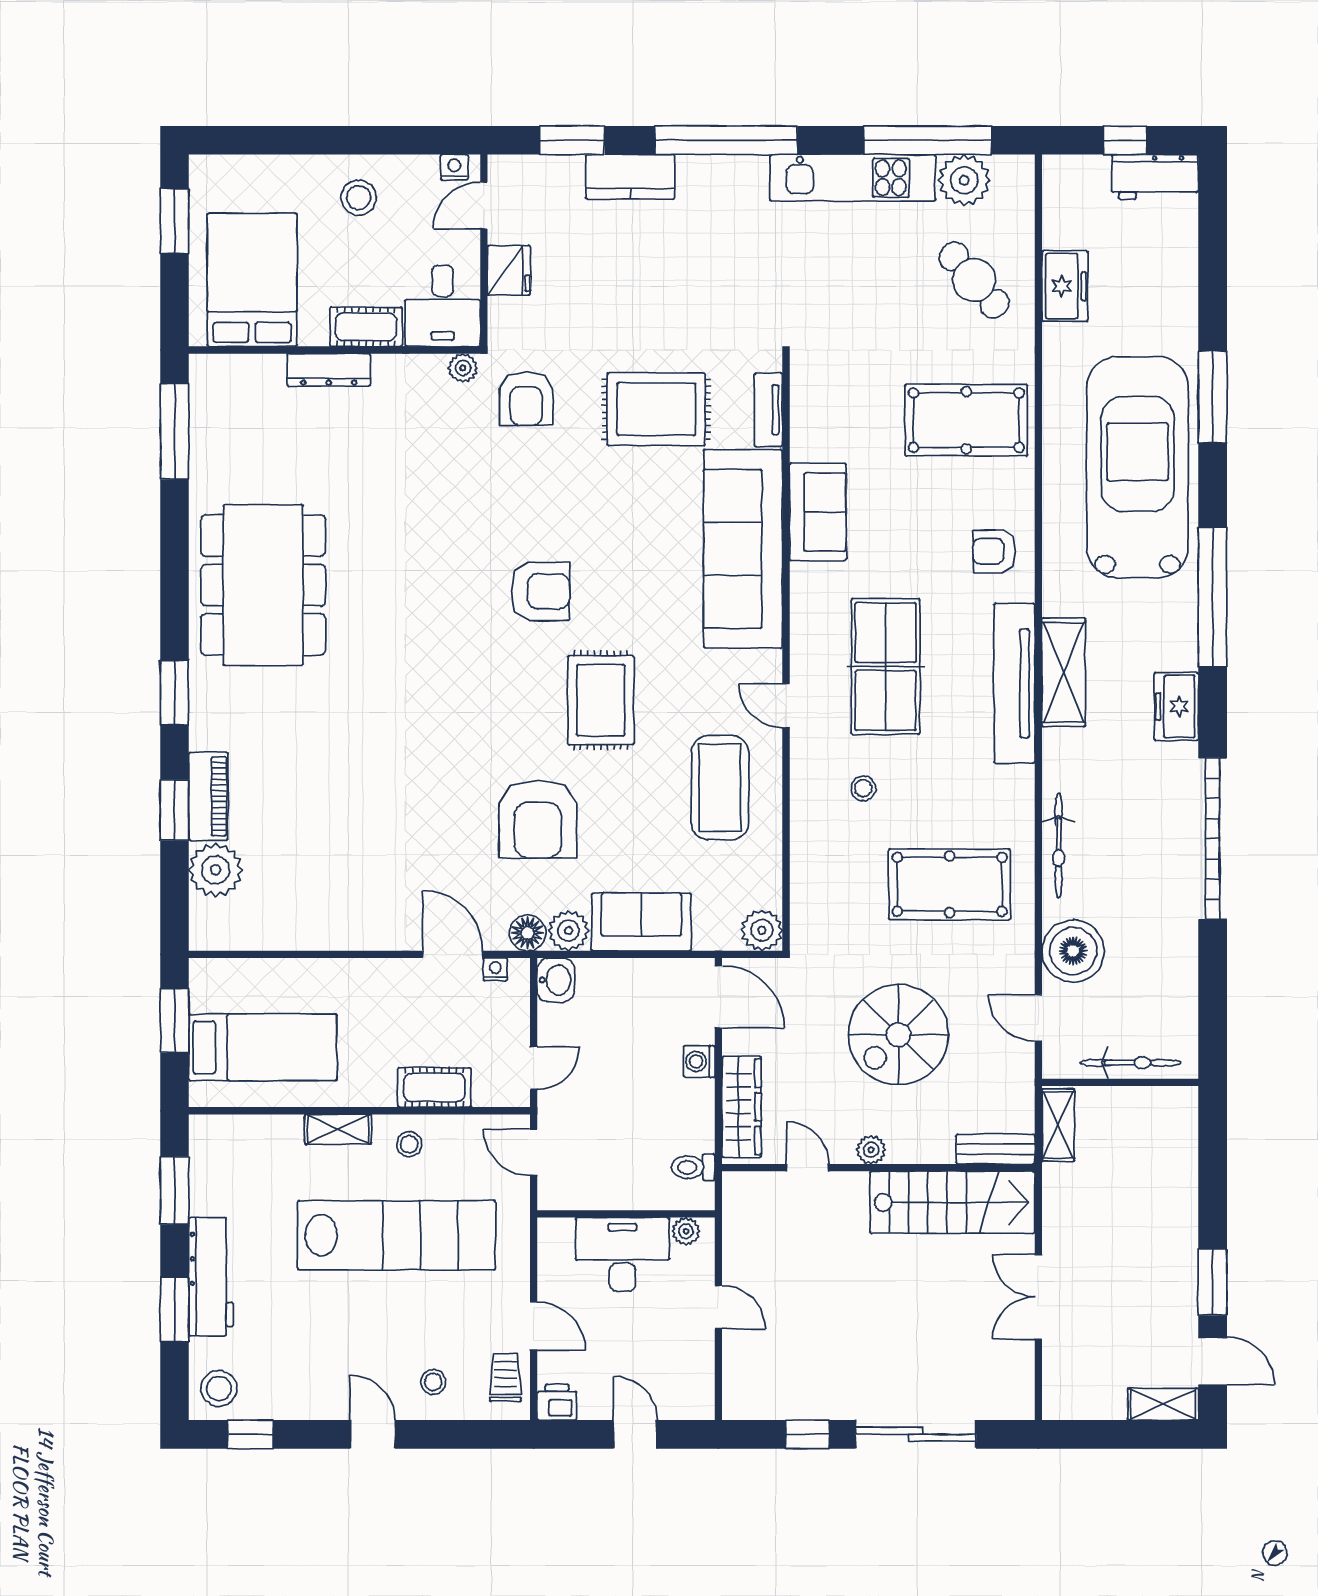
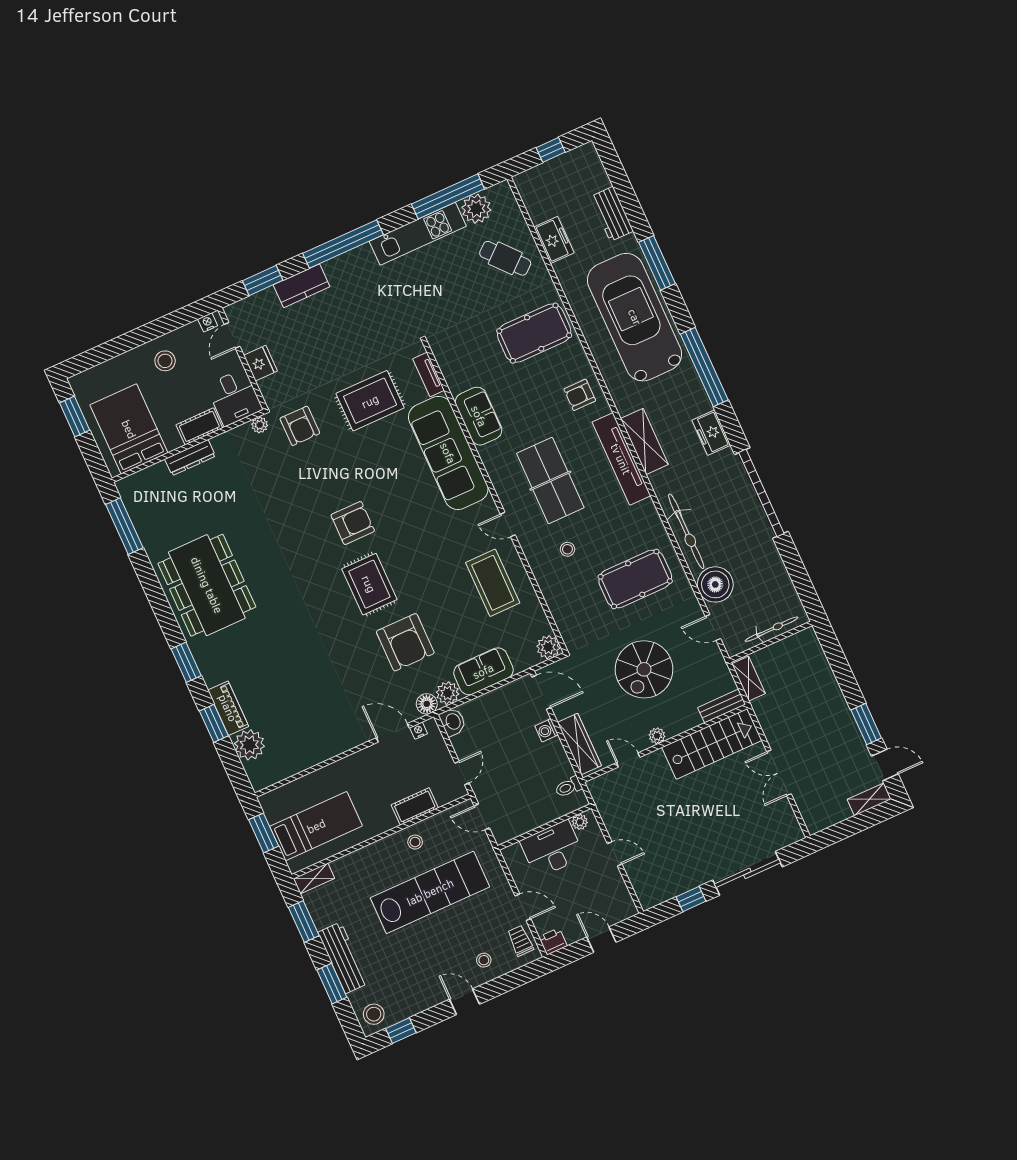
workbench: (1155, 177) -> (612, 214), moved, turned 90
rug: (601, 700) -> (369, 584), moved
bicycle: (1059, 845) -> (686, 531), width x1.37, depth x1.40
shelving: (338, 1129) -> (314, 878), moved

